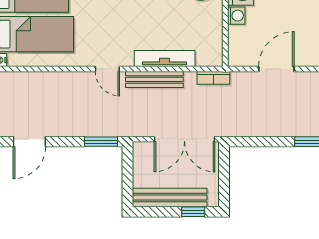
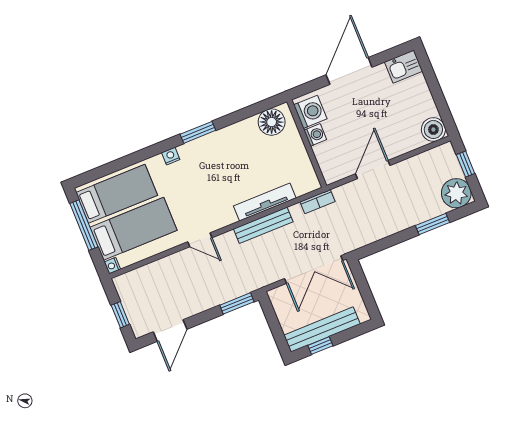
door: (107, 69) -> (200, 240), moved
window: (193, 212) -> (320, 346), moved

